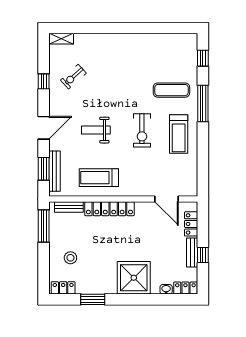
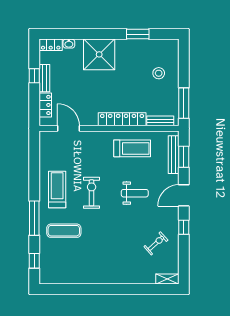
window: (44, 81) -> (184, 227), moved
locker: (63, 288) -> (166, 45), removed

